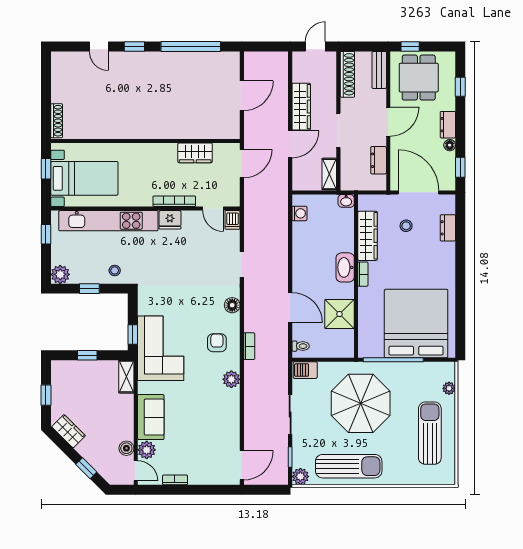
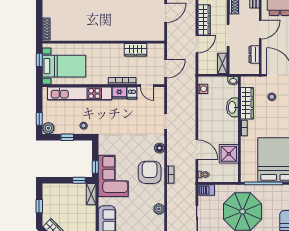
door: (242, 163) -> (166, 69), moved
dishwasher: (233, 220) -> (132, 93), moved
window: (46, 234) -> (39, 119), moved
washbasin: (345, 267) -> (232, 107), moved
armchair: (217, 343) -> (150, 172), width x1.88, depth x1.88
window: (87, 355) -> (79, 180), moved
plant: (231, 379) -> (159, 209), moved

